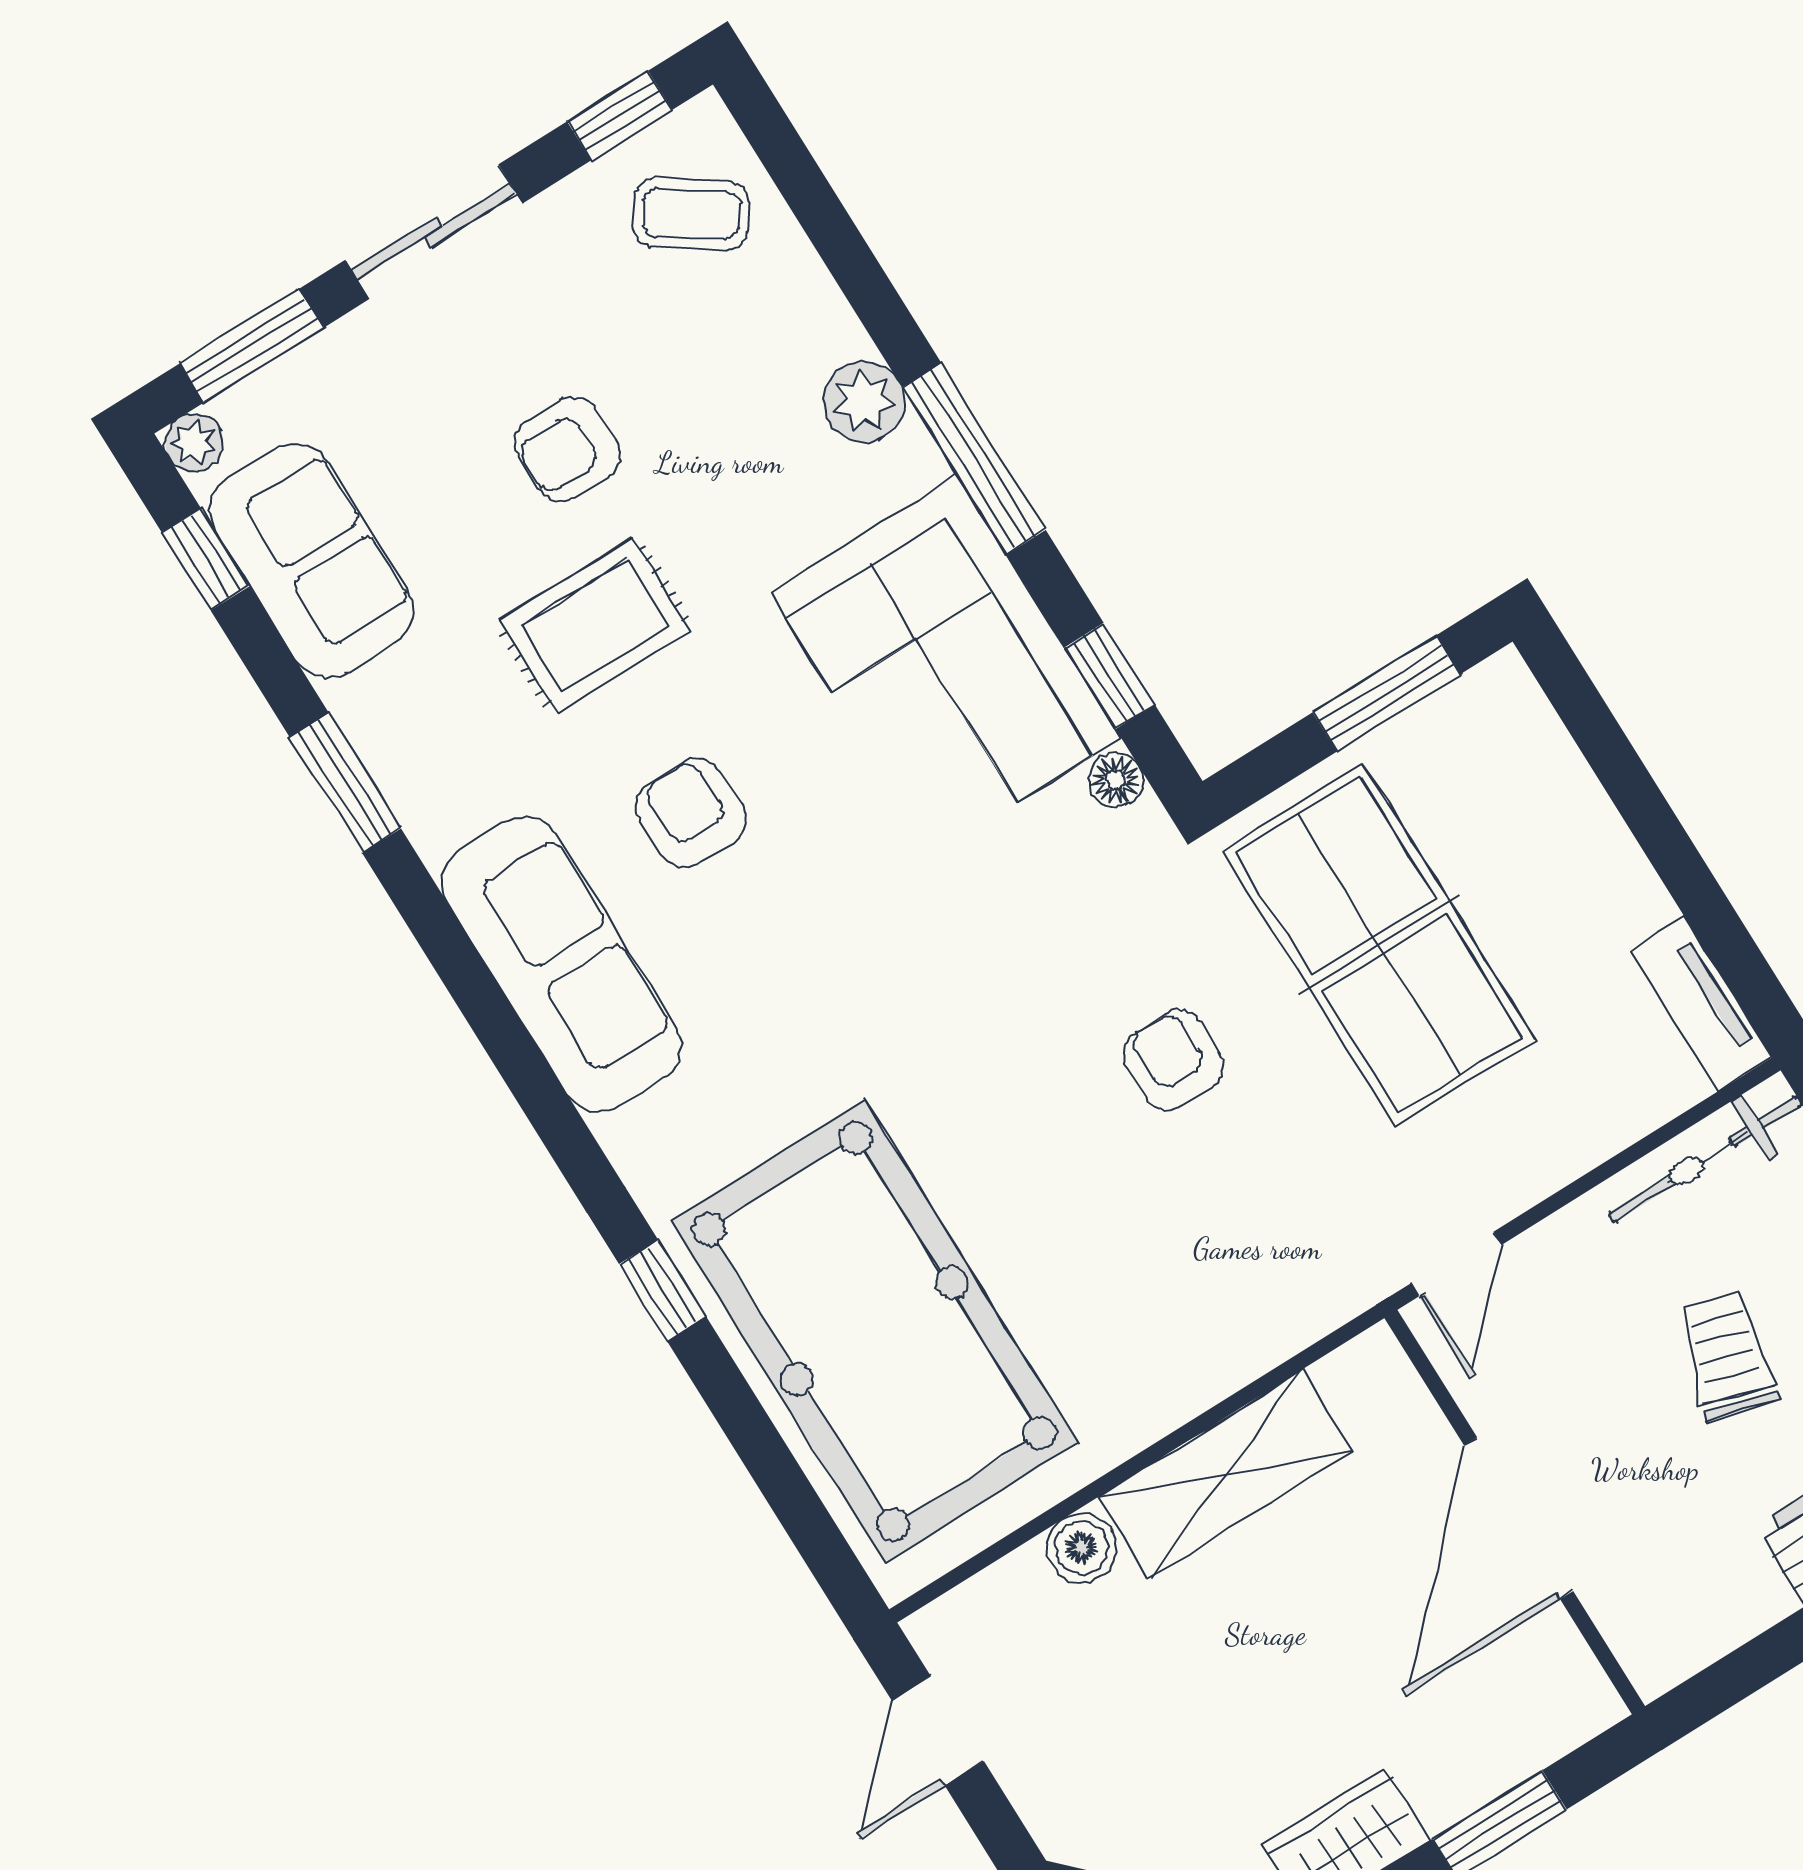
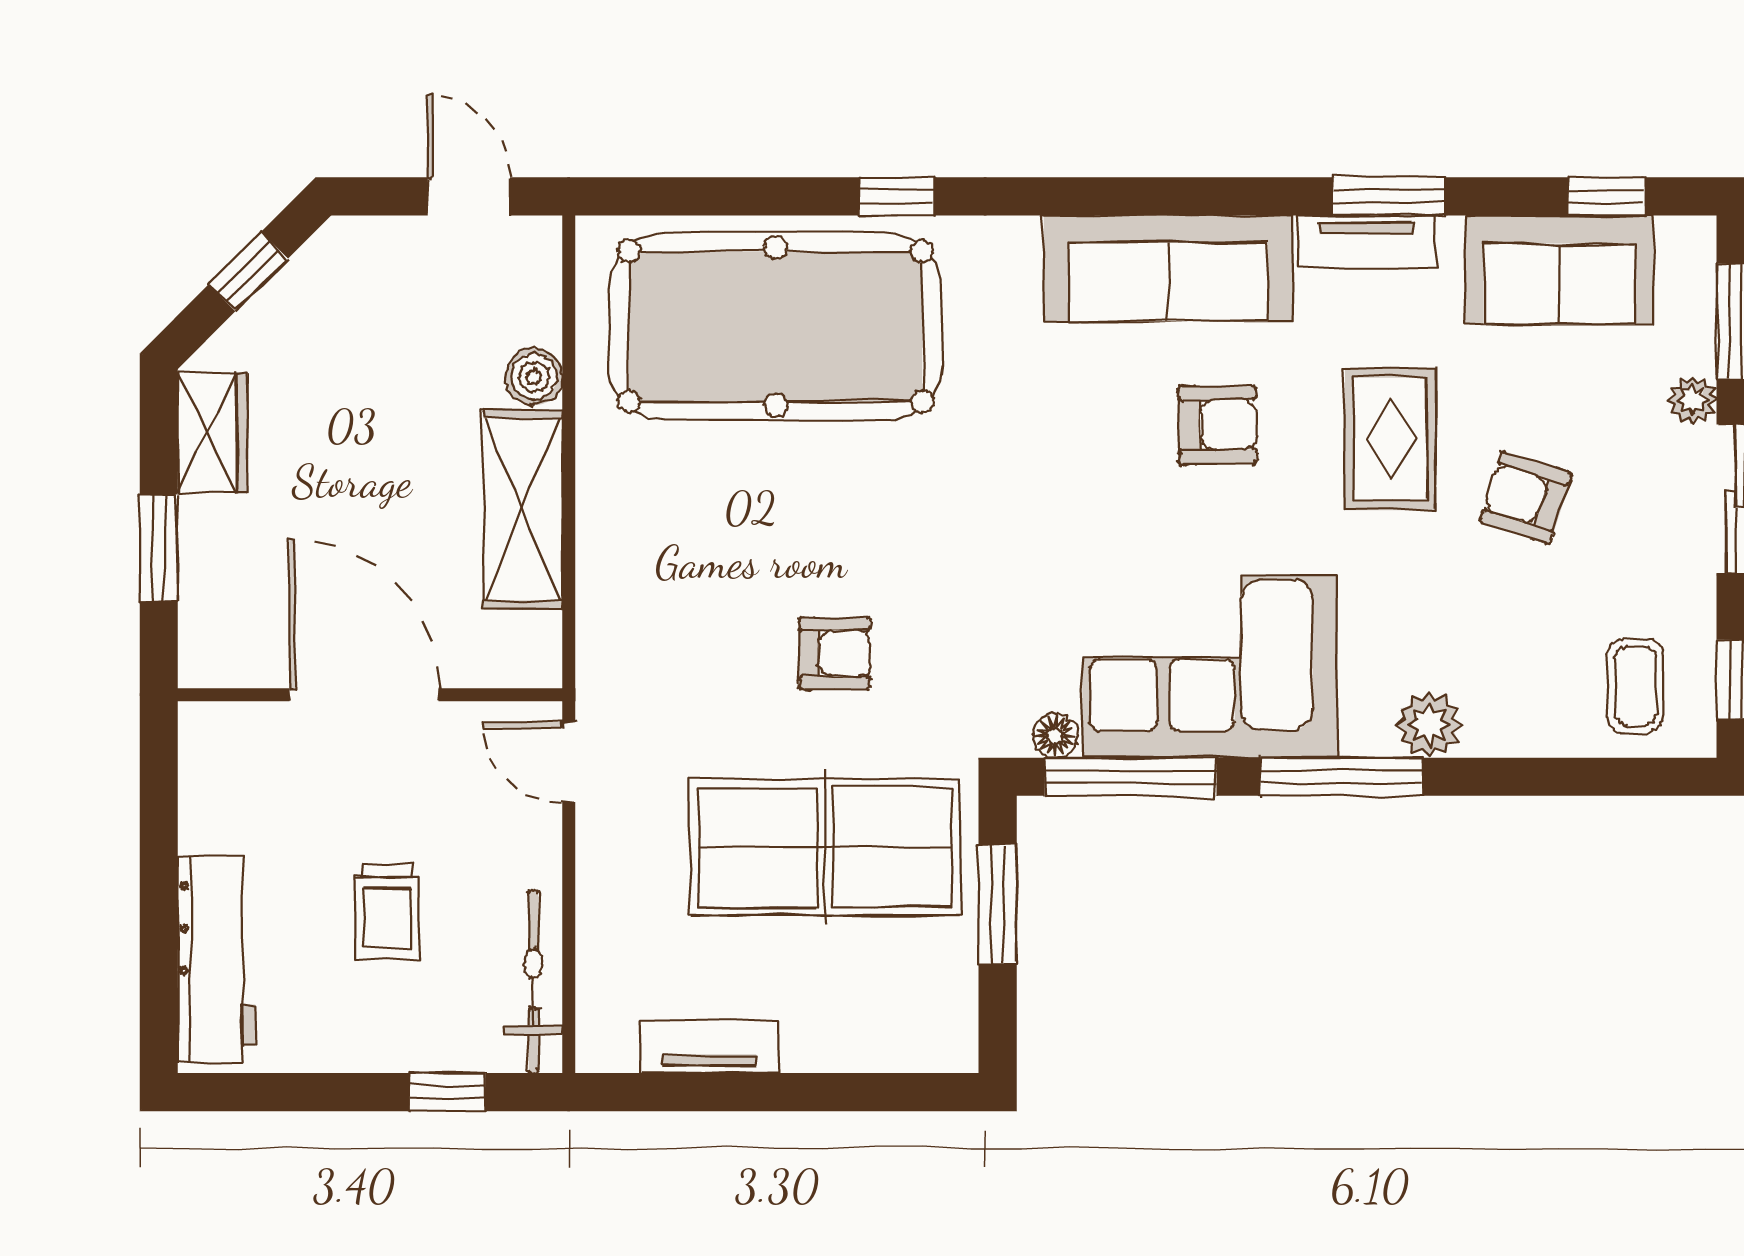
coffee table: (691, 214) -> (1636, 686), turned -34
plant: (194, 443) -> (1693, 400), moved
armchair: (568, 449) -> (1526, 497), turned -72
window: (1110, 676) -> (1131, 777), width x2.17
window: (1387, 693) -> (998, 904), moved
tv unit: (407, 777) -> (1366, 242), added
tv unit: (1701, 1003) -> (709, 1047), moved
trolley: (1727, 1355) -> (387, 911), turned 74

